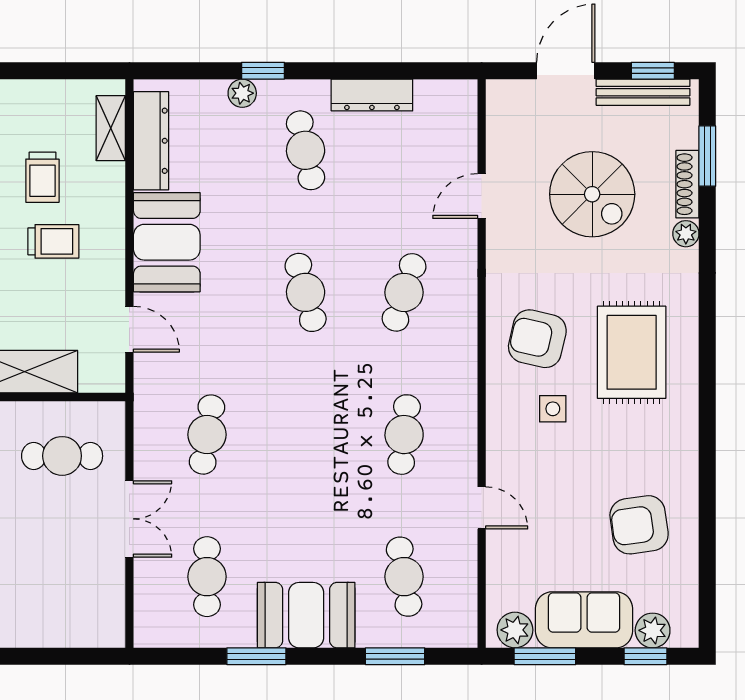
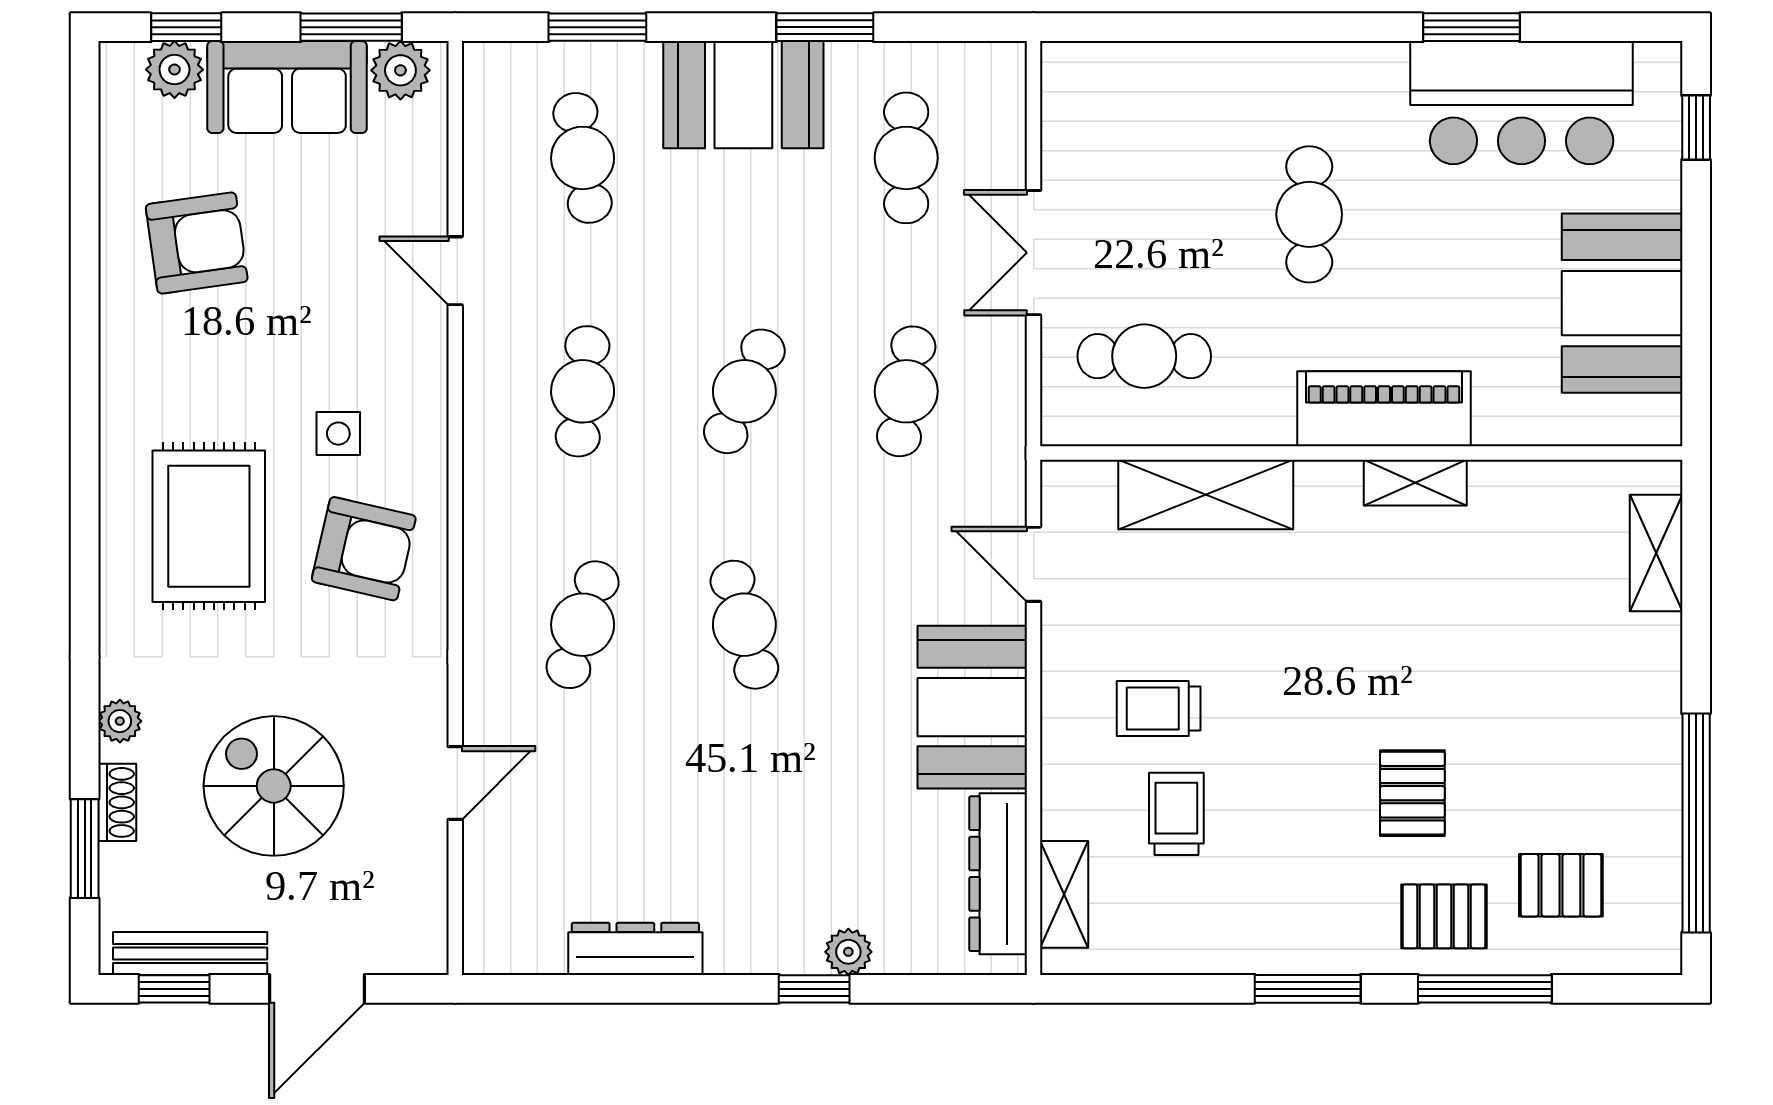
cafe table: (306, 150) -> (744, 391), moved, turned 36
shoe rack: (687, 184) -> (117, 802), width x0.70

